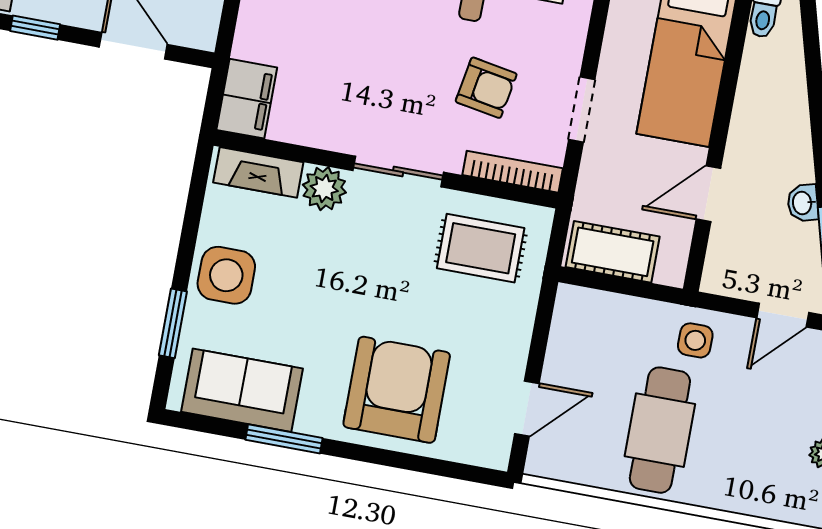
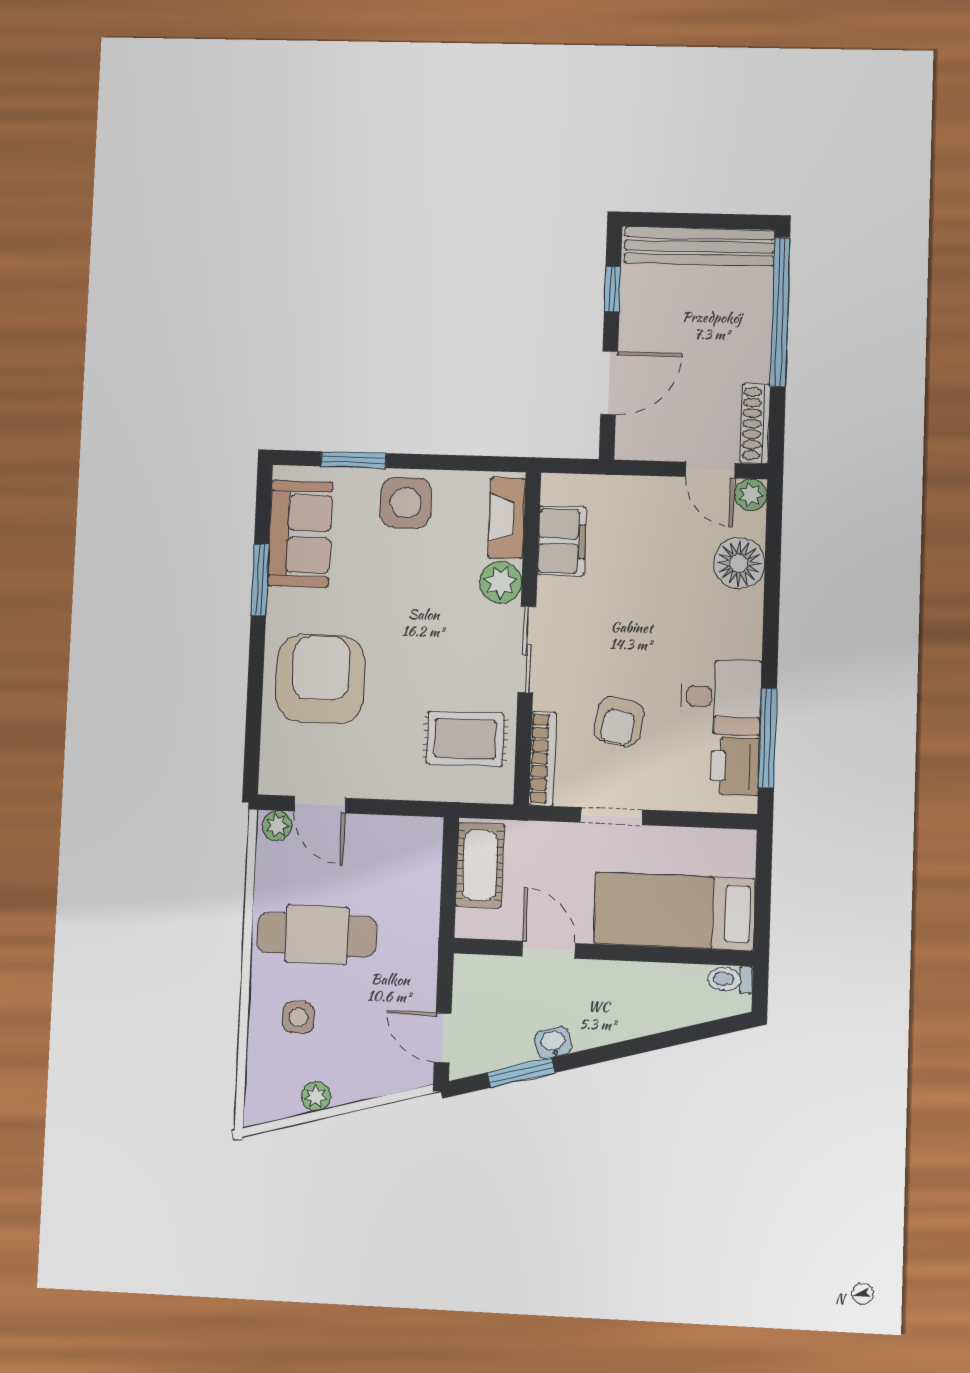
filing cabinet: (247, 99) -> (562, 541), moved, turned -90
rug: (481, 248) -> (465, 739), turned 90
side table: (695, 340) -> (298, 1017), moved
armchair: (397, 390) -> (321, 679), turned -90
plant: (542, 456) -> (277, 826), added

